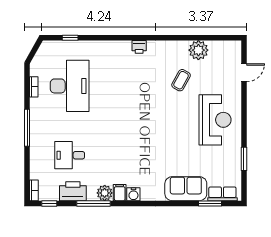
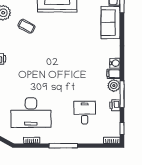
desk: (70, 86) -> (31, 113), turned 180
desk: (70, 155) -> (85, 113), turned 180
printer: (73, 191) -> (115, 105), width x0.53, depth x0.68

